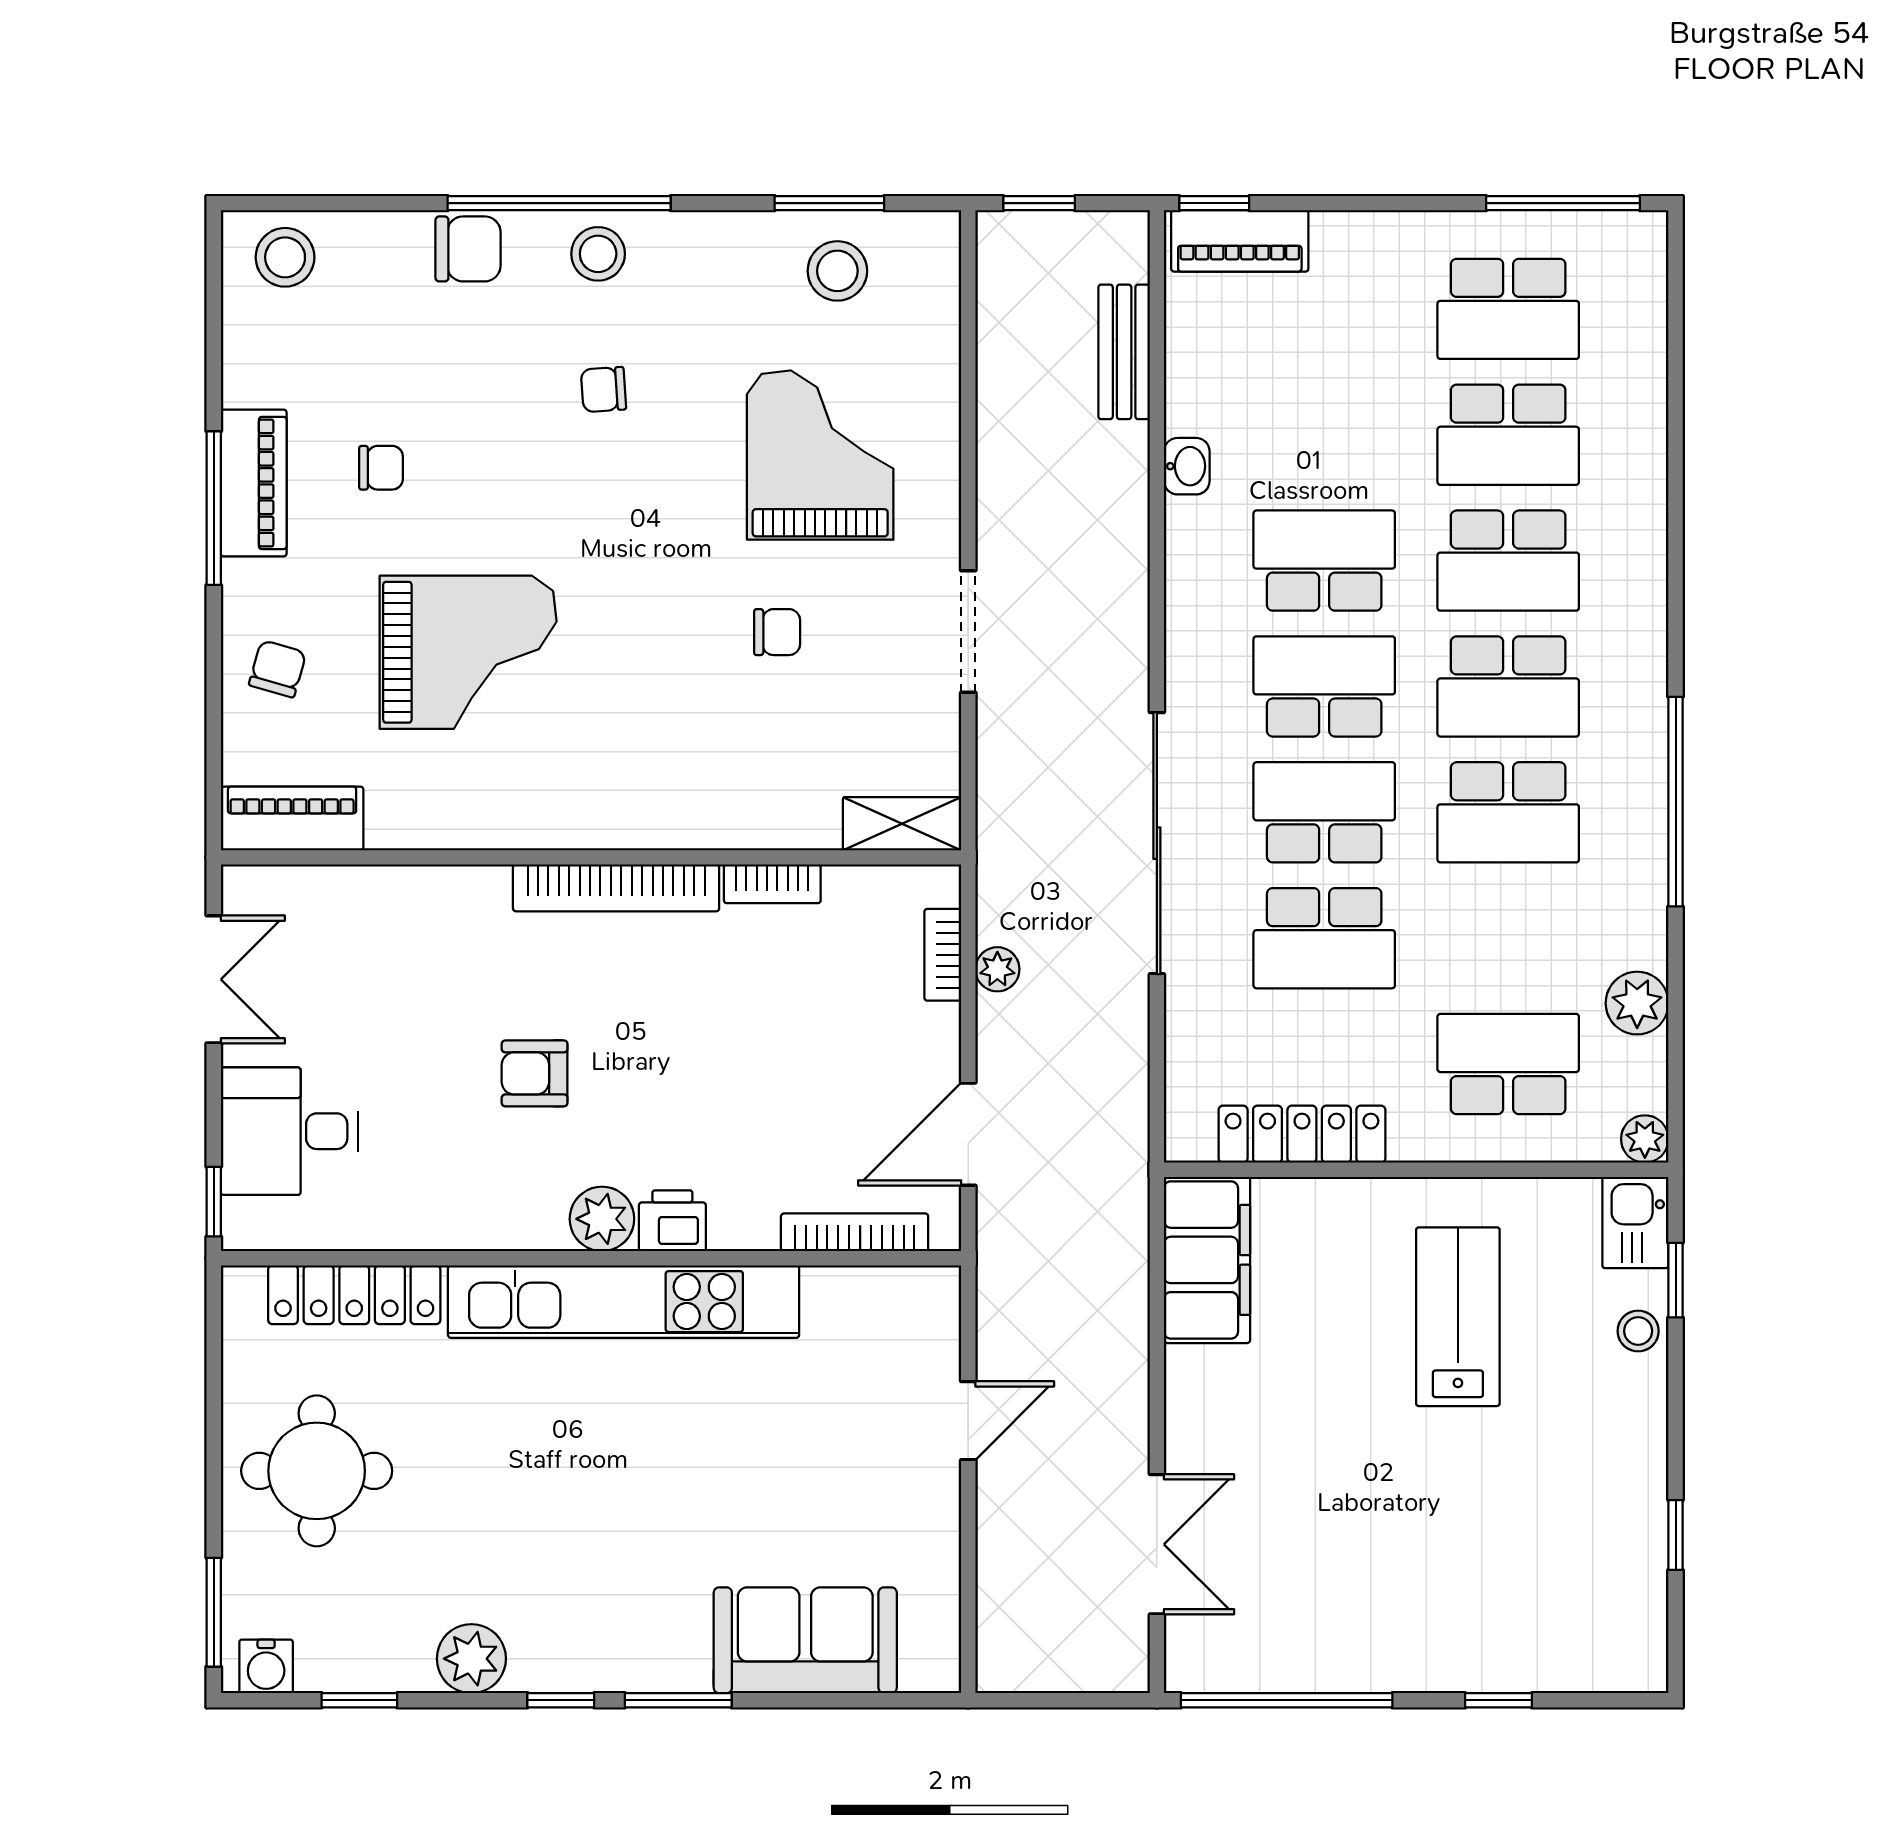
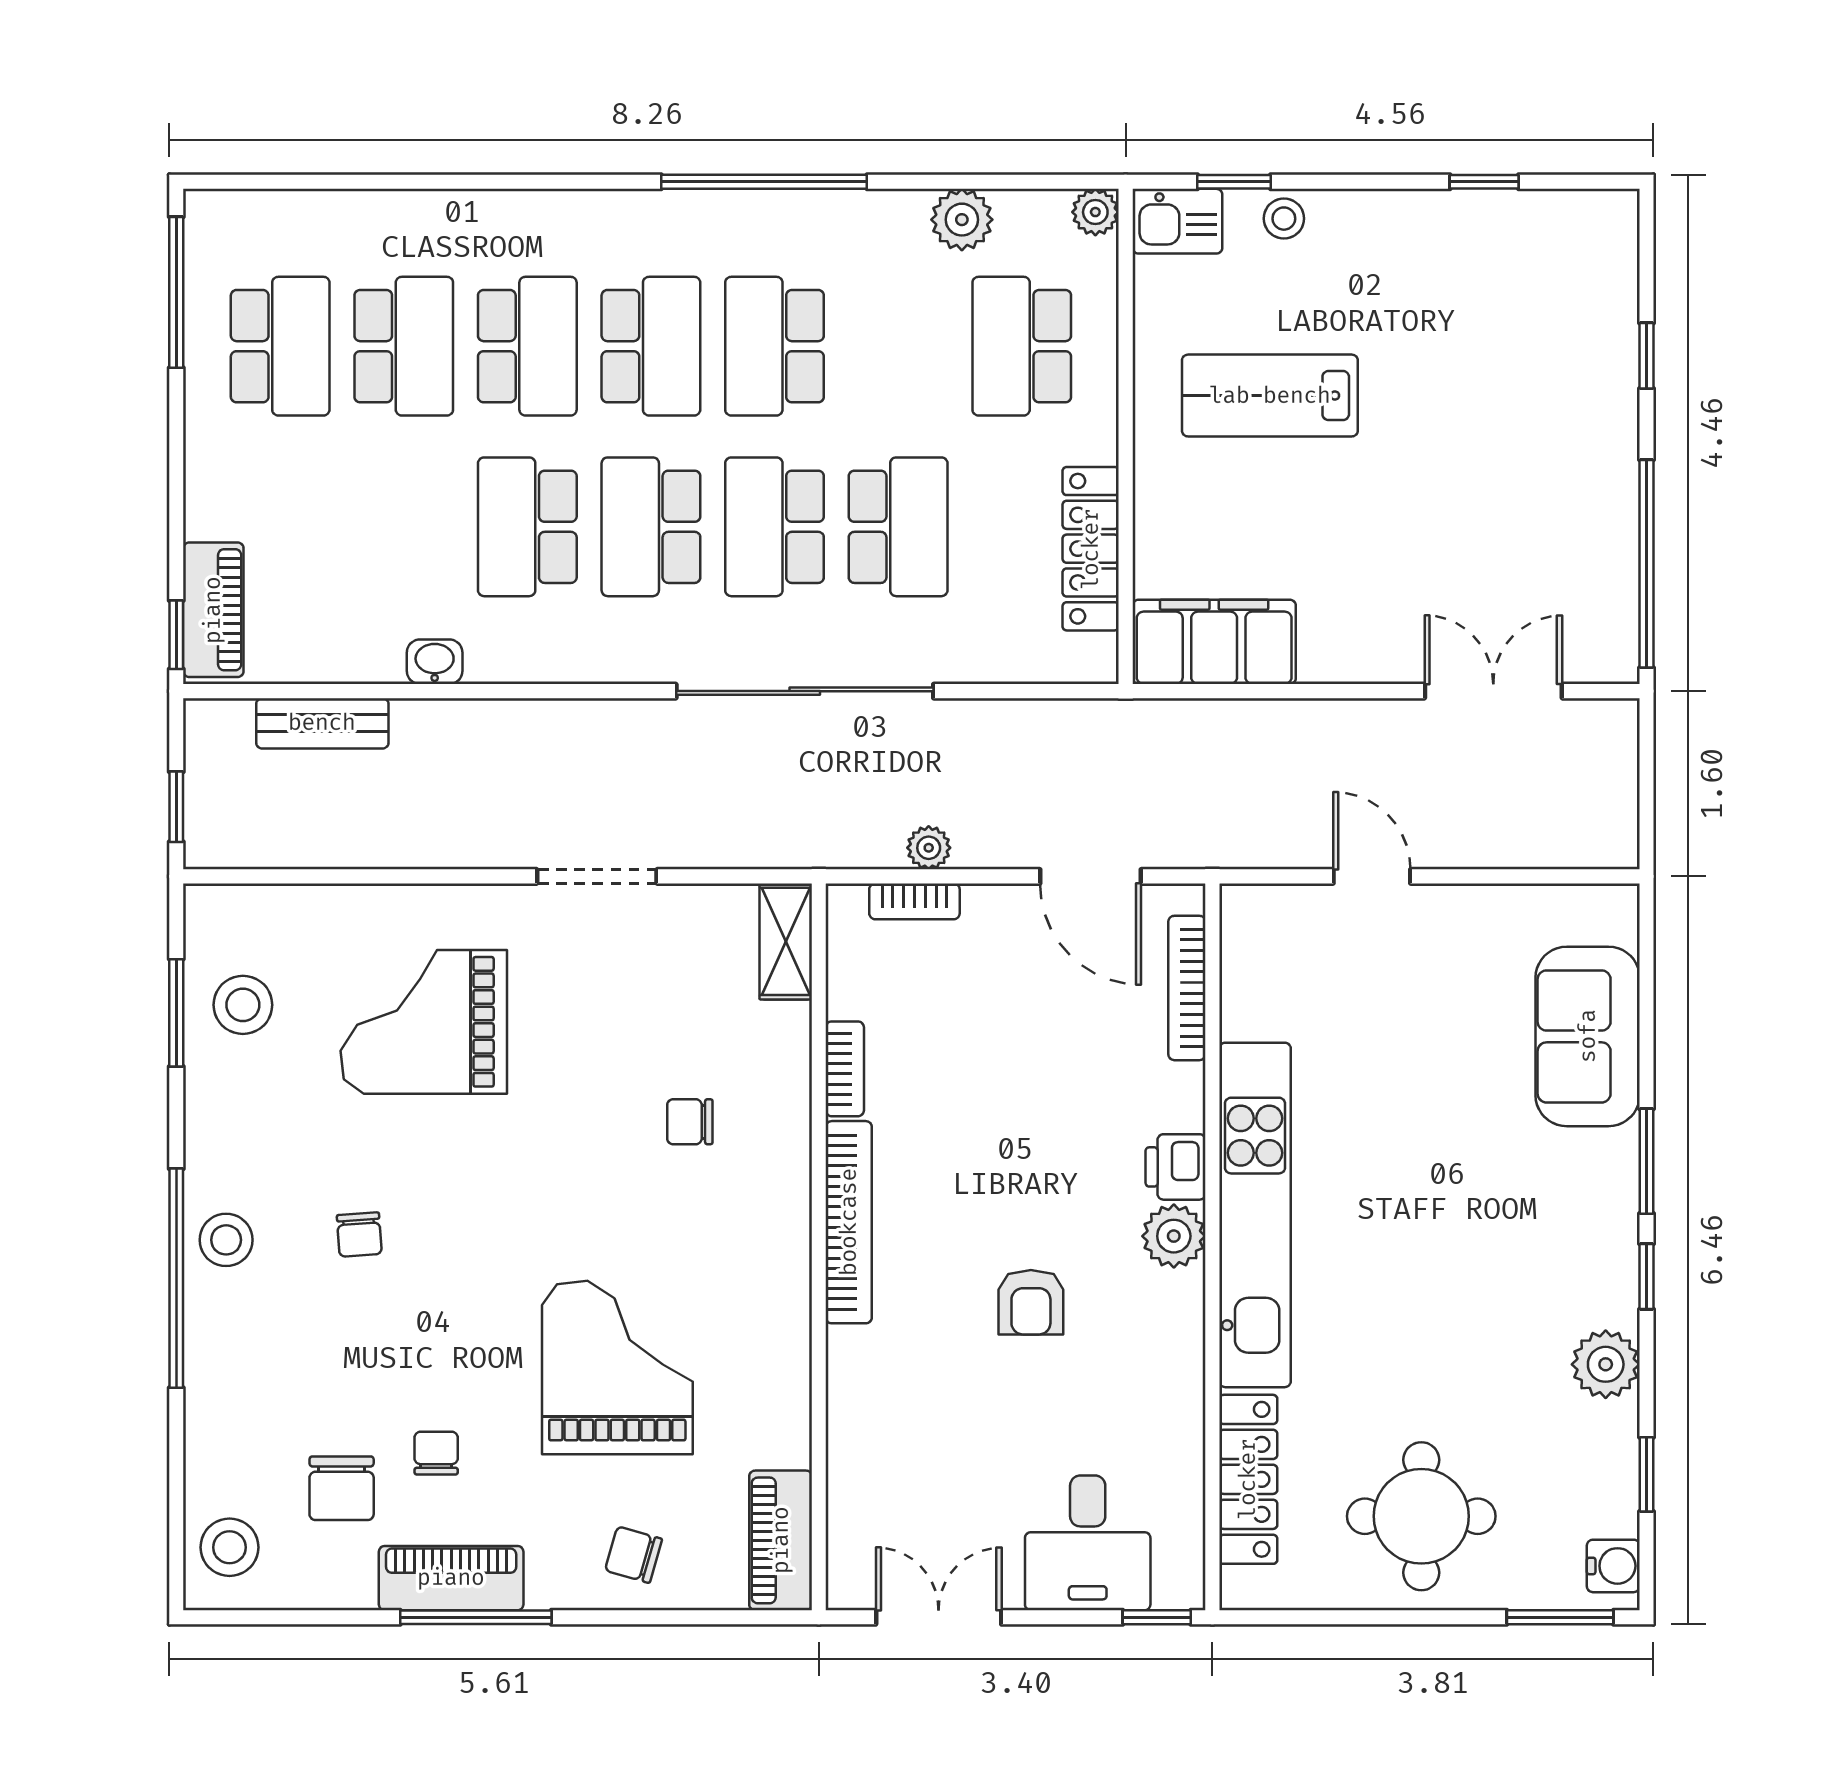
chair: (468, 249) -> (342, 1488), moved, turned 180
chair: (777, 632) -> (690, 1122), moved, turned -90
school desk: (1508, 812) -> (775, 346), turned 180

